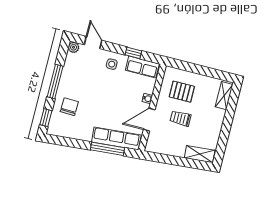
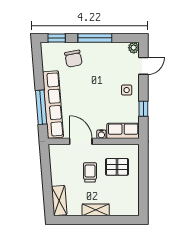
row of seats: (142, 67) -> (123, 131), moved, turned 90
pallet: (182, 92) -> (117, 167), turned 90
shelving: (224, 96) -> (96, 210), moved
chair: (69, 107) -> (73, 59), turned 77
row of seats: (116, 138) -> (53, 105), width x1.36

